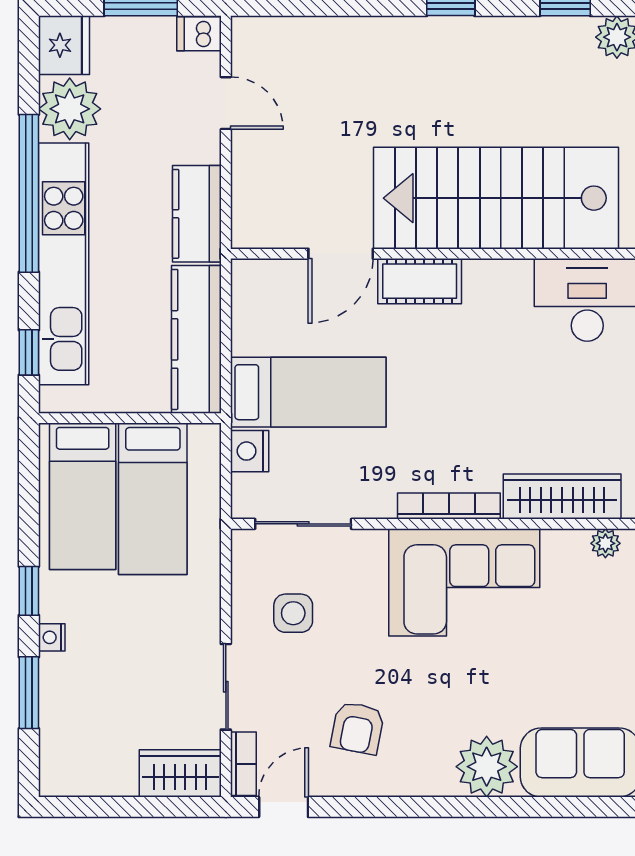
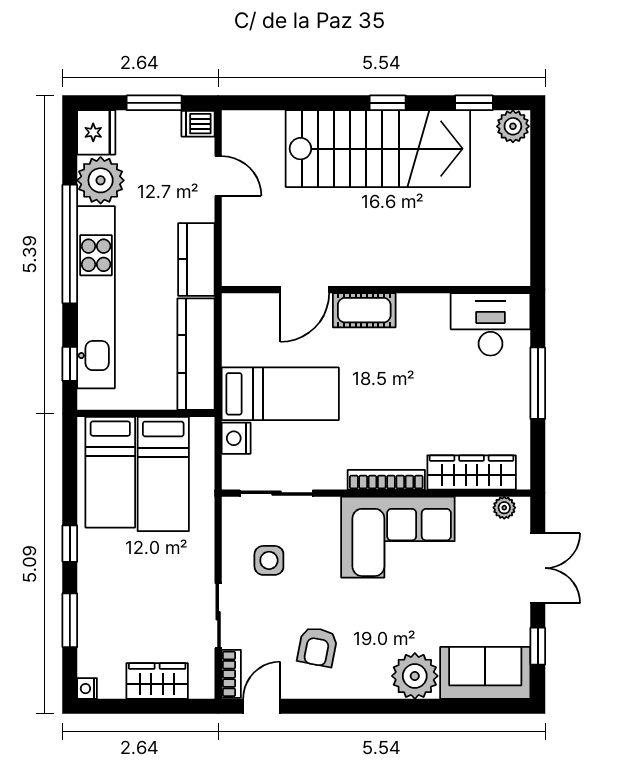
stairs: (496, 198) -> (378, 149), moved, turned 180
nightstand: (52, 637) -> (87, 689), moved
wardrobe: (180, 773) -> (157, 681), moved

